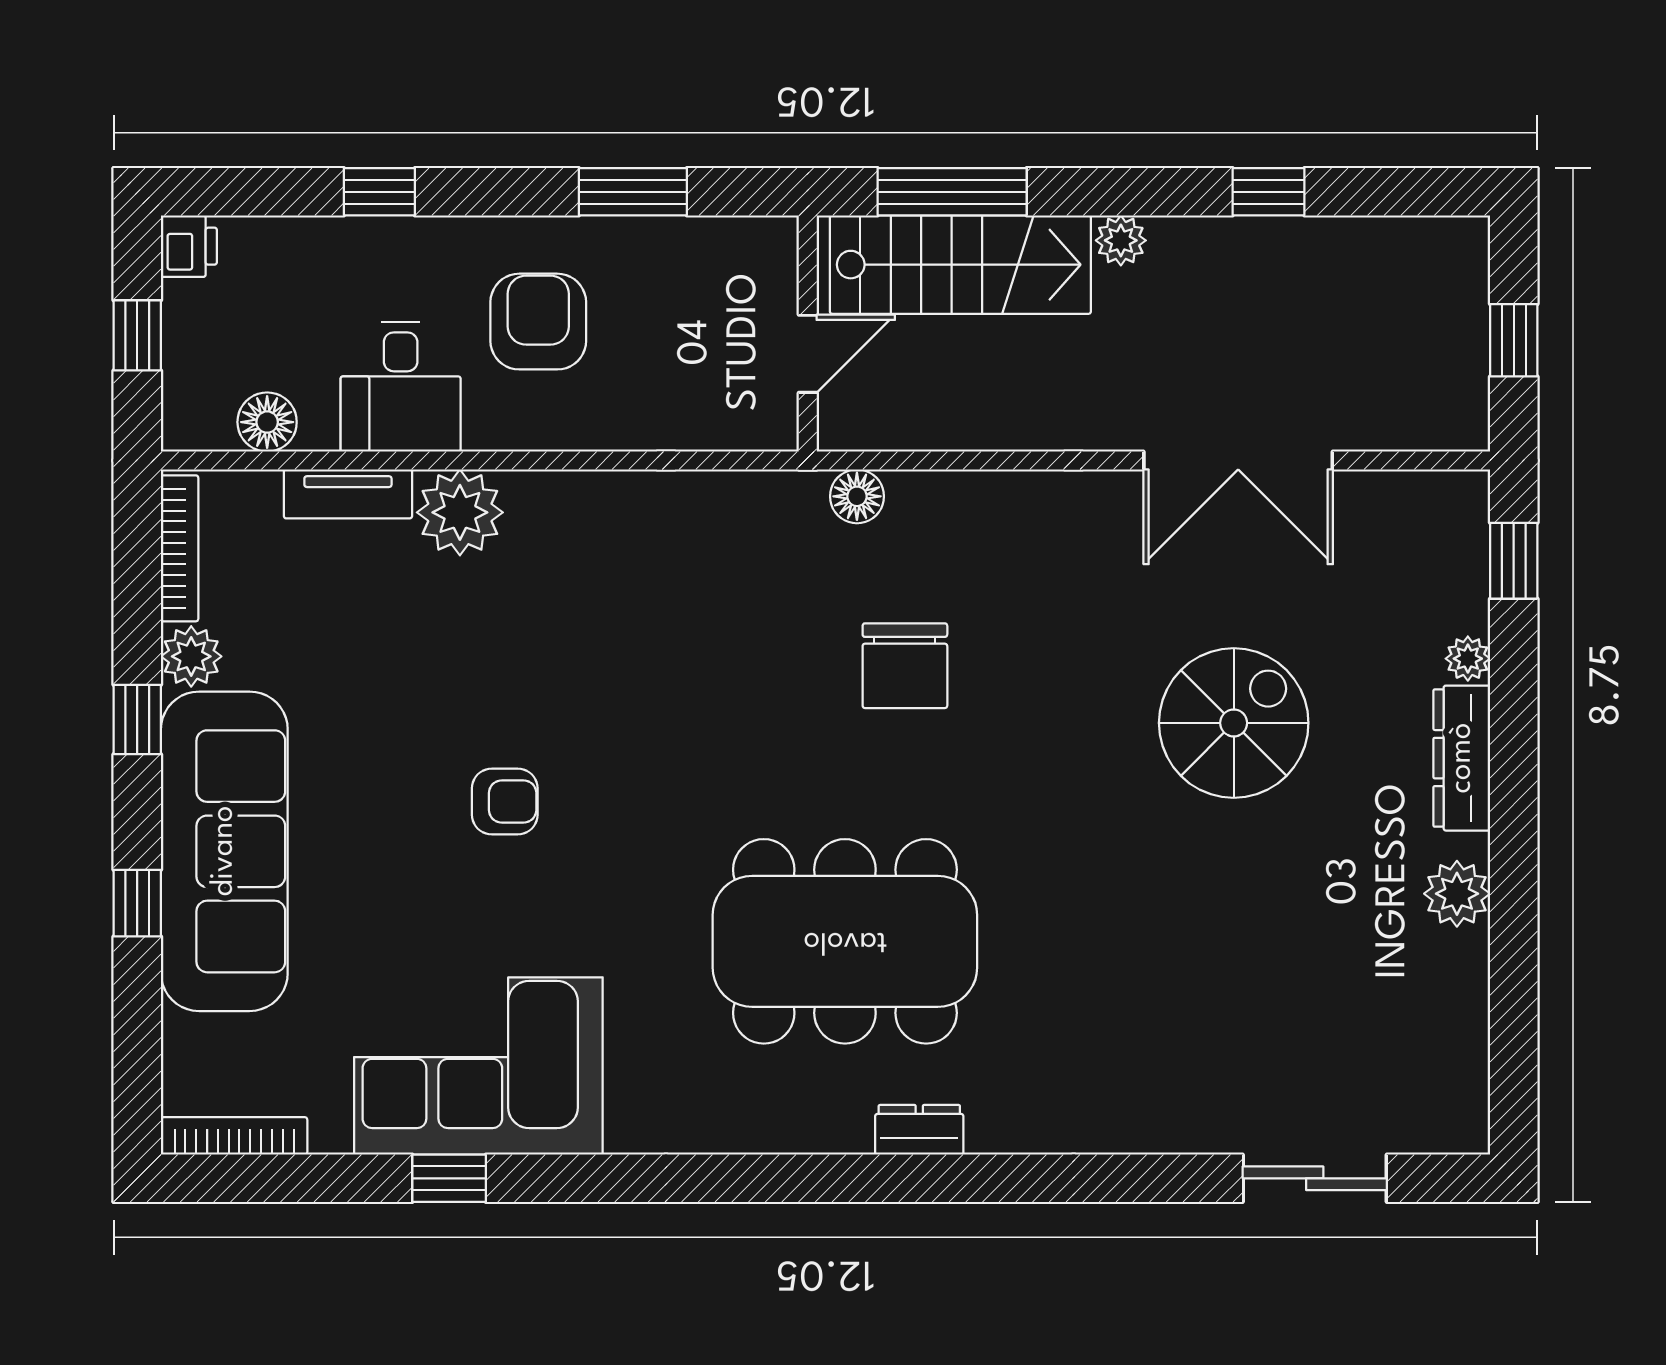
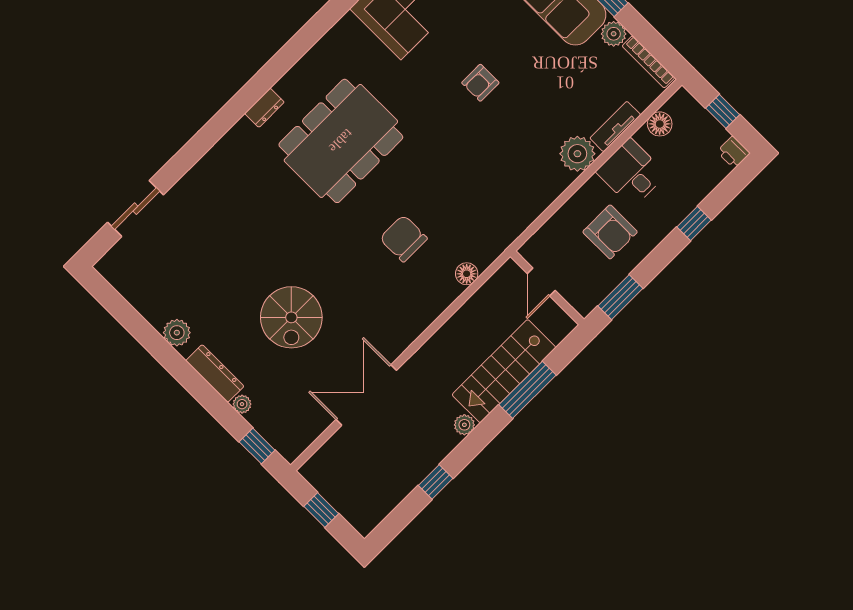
wall: (808, 334) -> (547, 288), moved
door: (808, 354) -> (541, 282), moved

